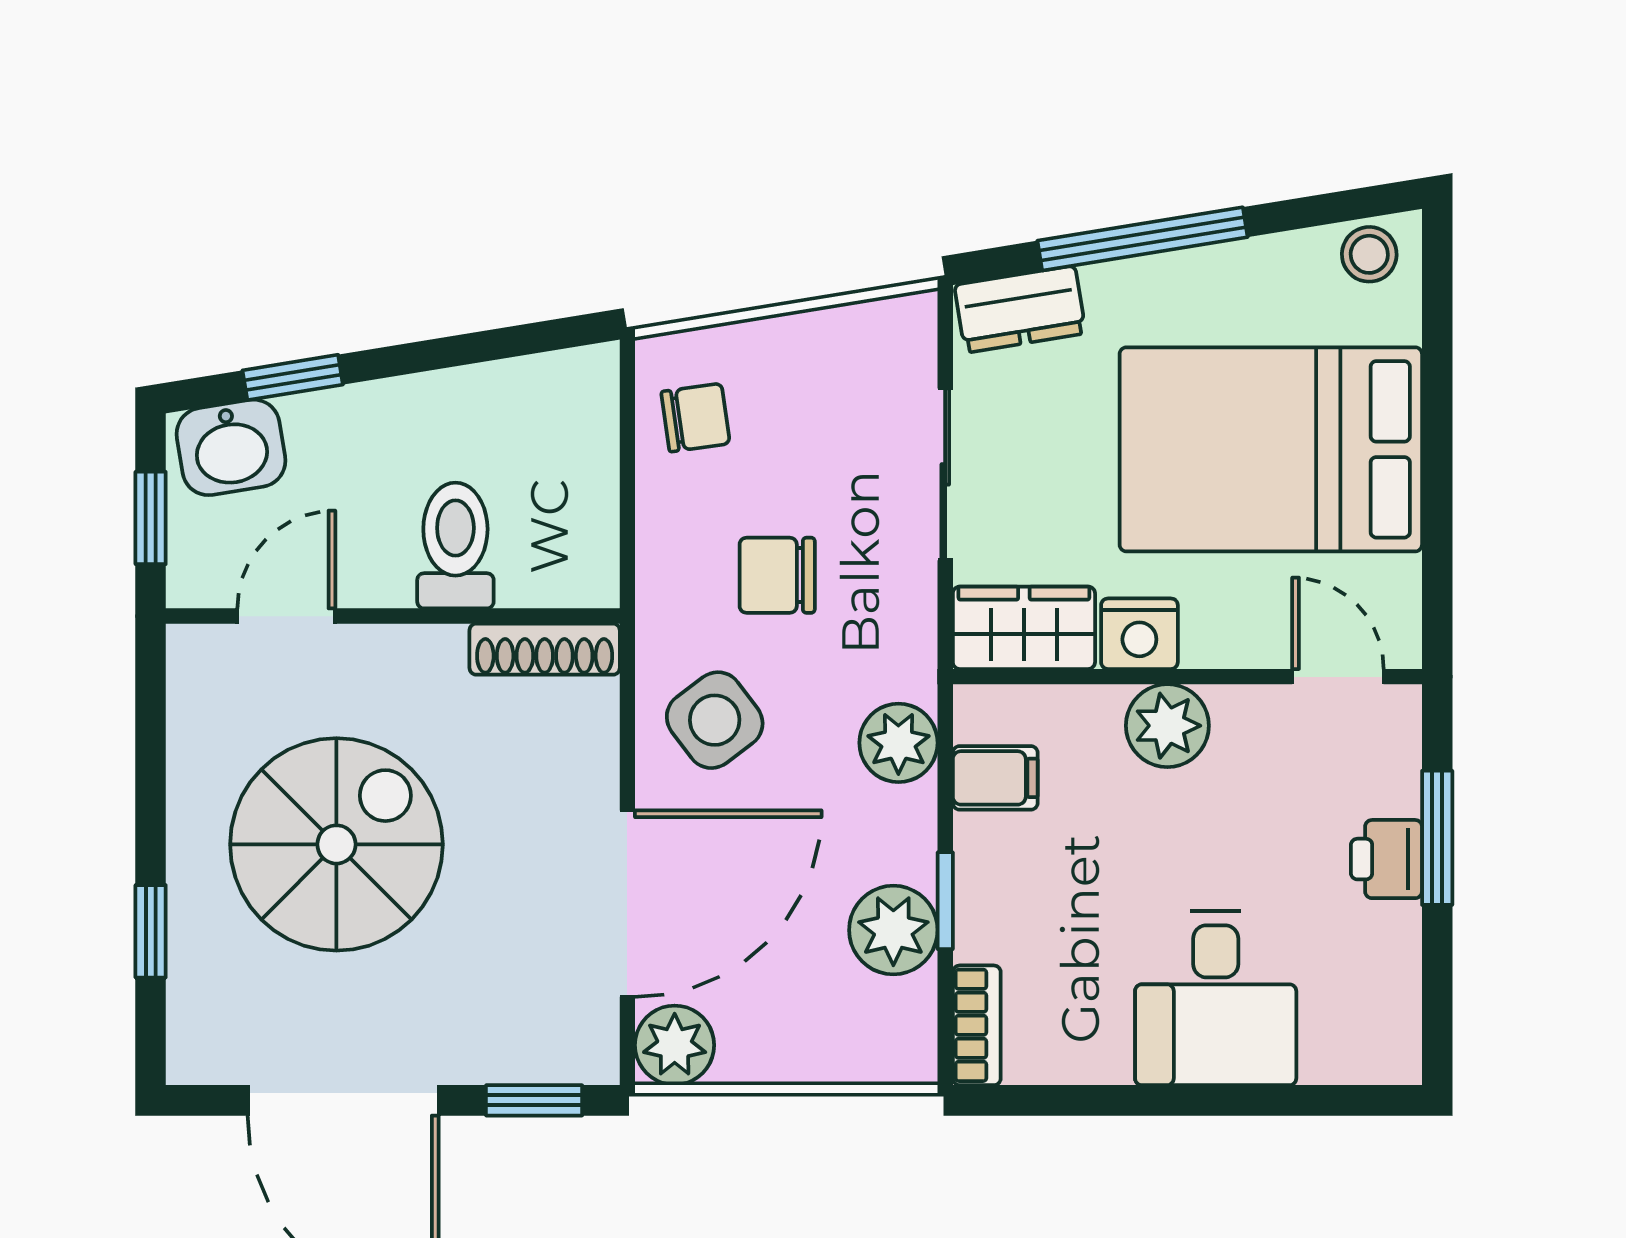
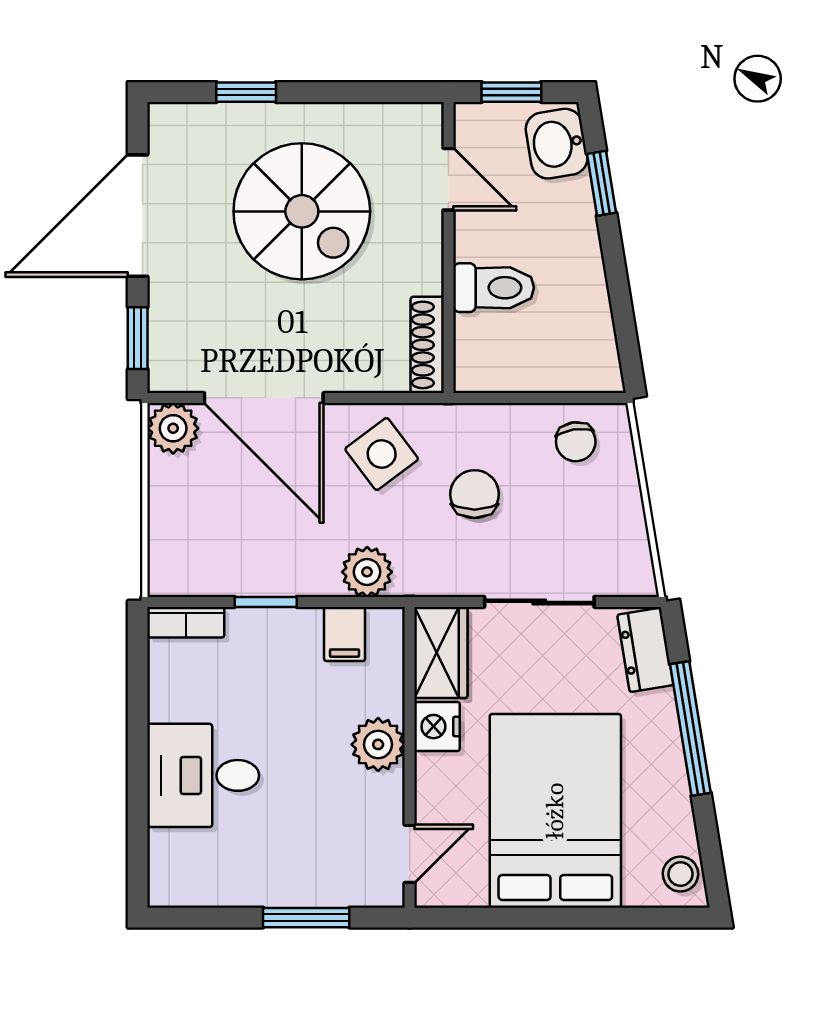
printer: (1386, 859) -> (292, 885), removed
plant: (893, 930) -> (247, 569), removed

